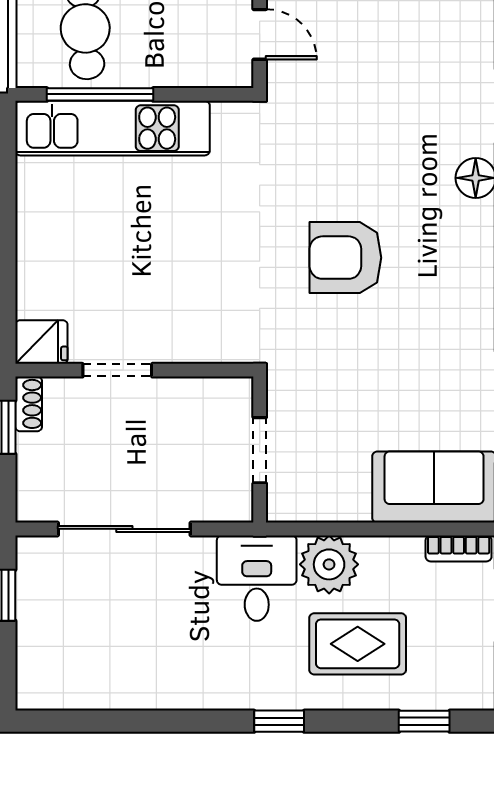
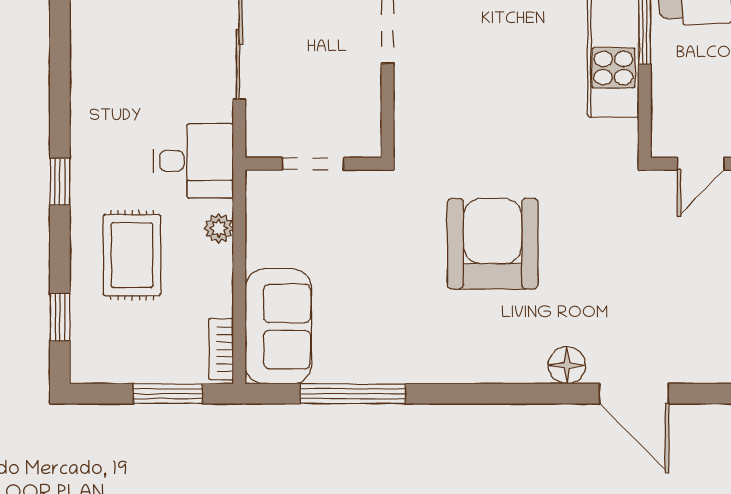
armchair: (345, 258) -> (493, 244), width x1.36, depth x1.36
plant: (329, 564) -> (219, 228), width x0.53, depth x0.53

